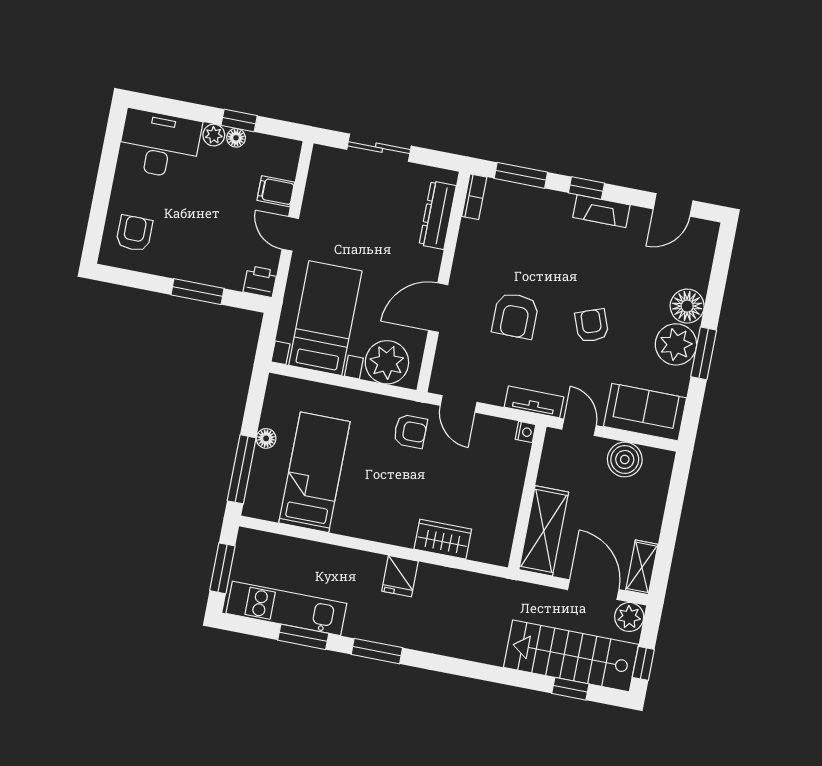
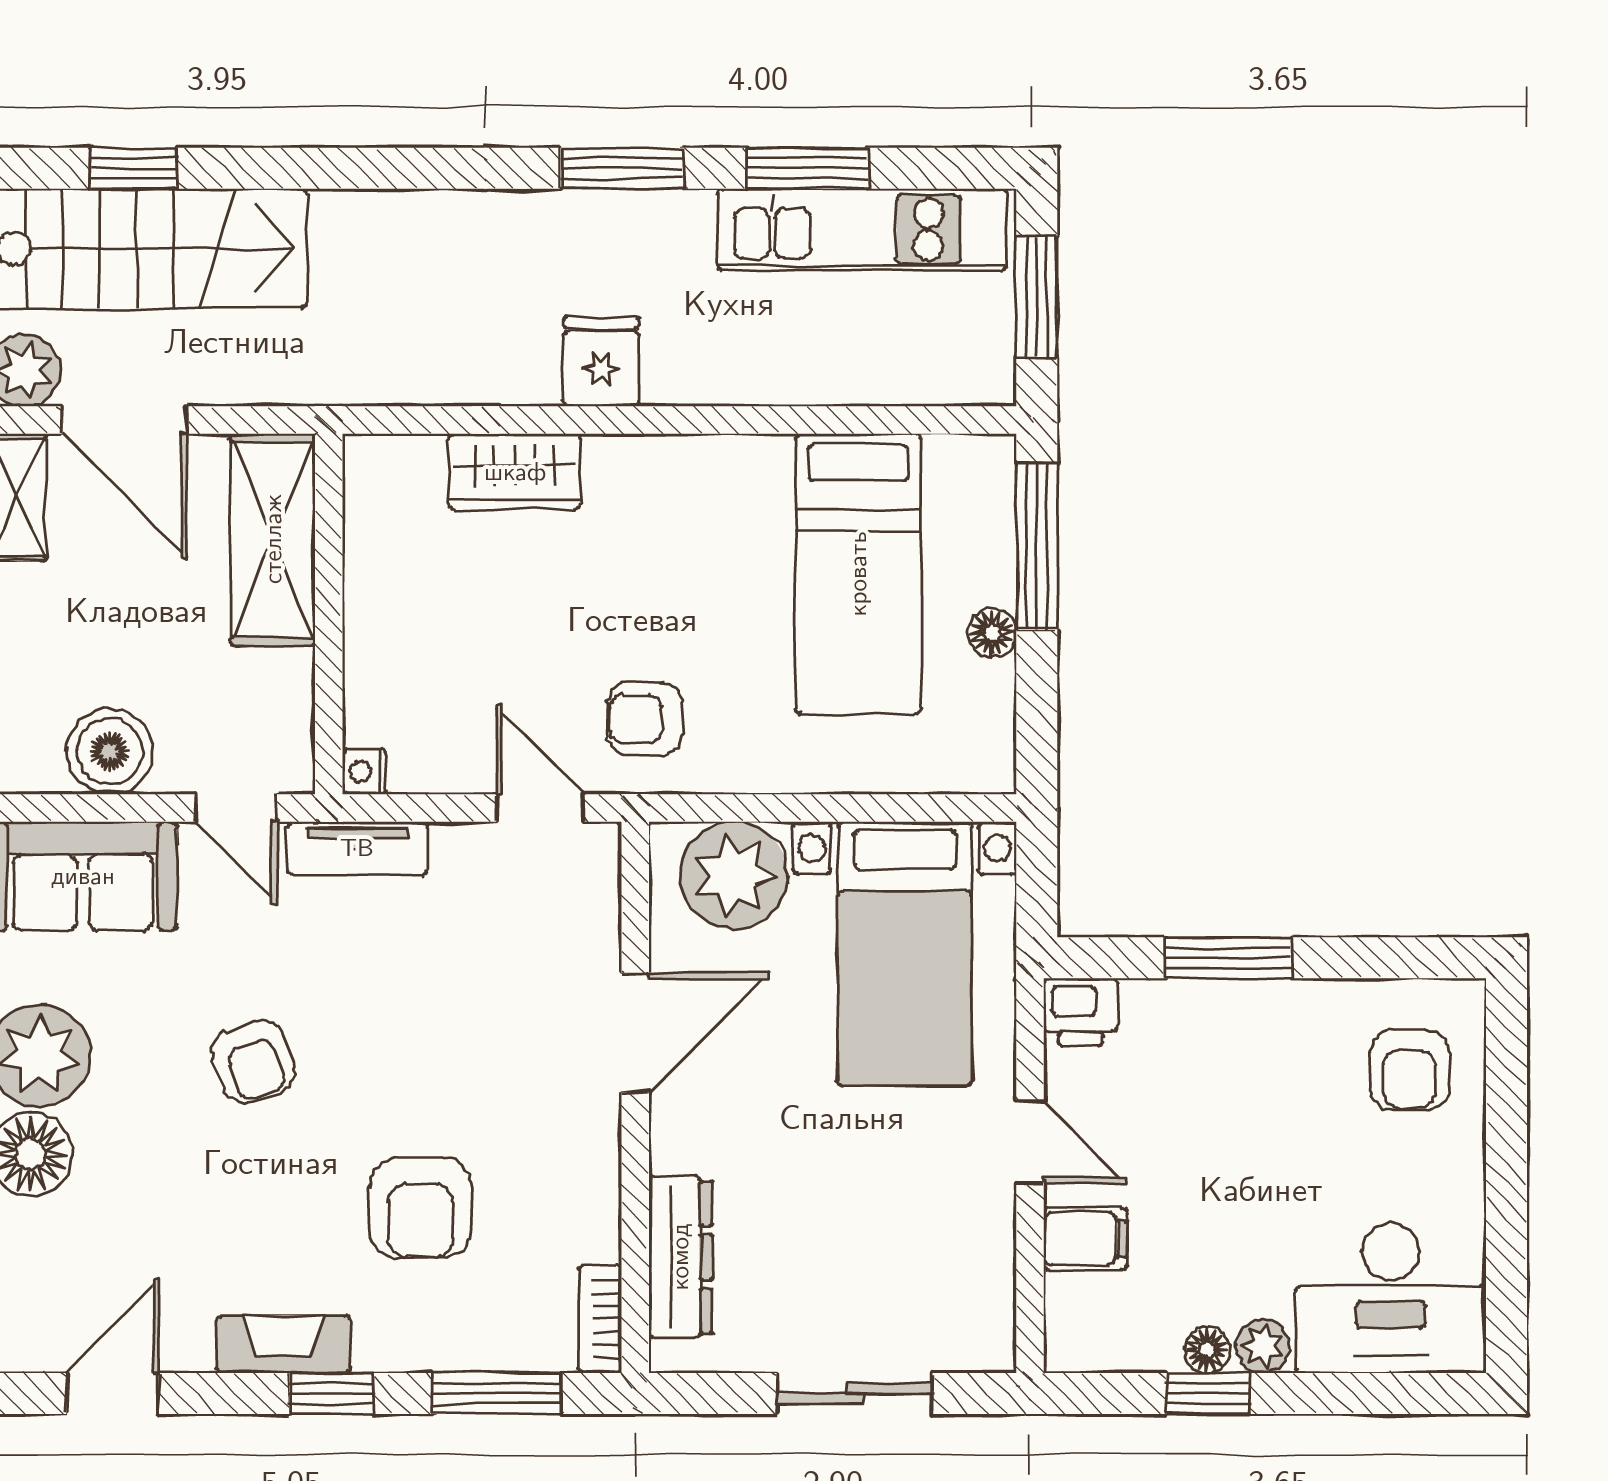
armchair: (515, 316) -> (421, 1208), moved, turned 180

